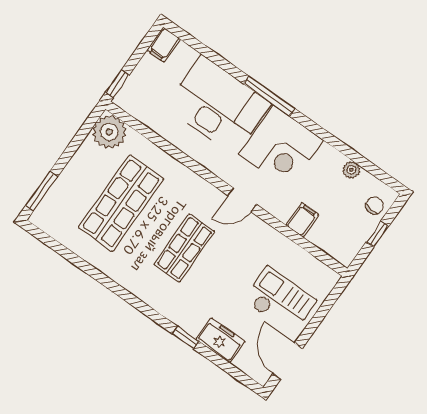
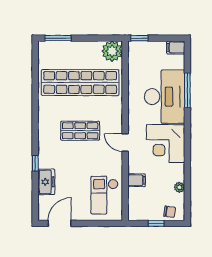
window: (269, 96) -> (187, 90), moved
shop shelf: (121, 203) -> (80, 83), width x1.40
checkout: (280, 300) -> (104, 195), moved, turned 180

